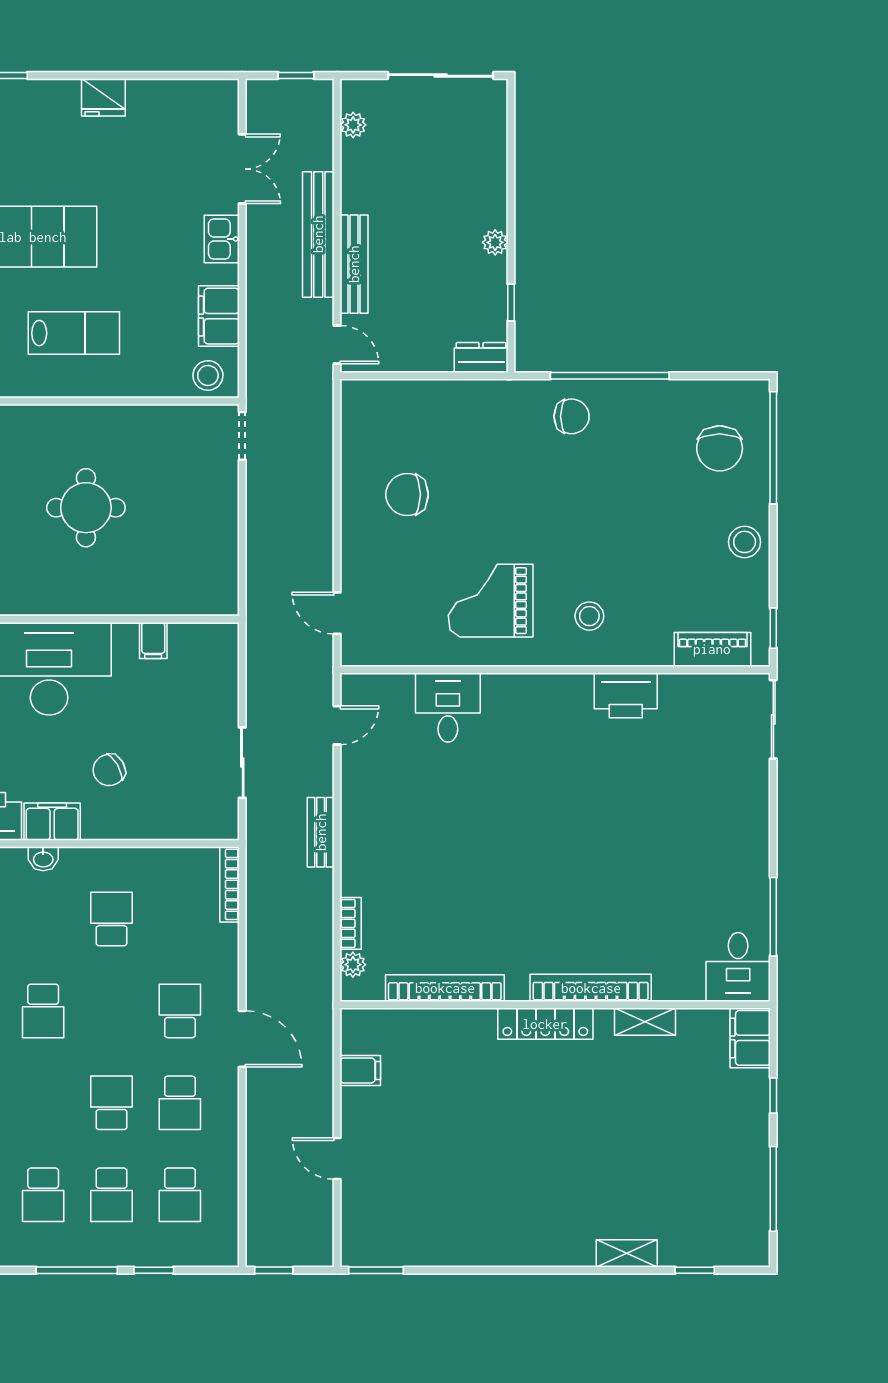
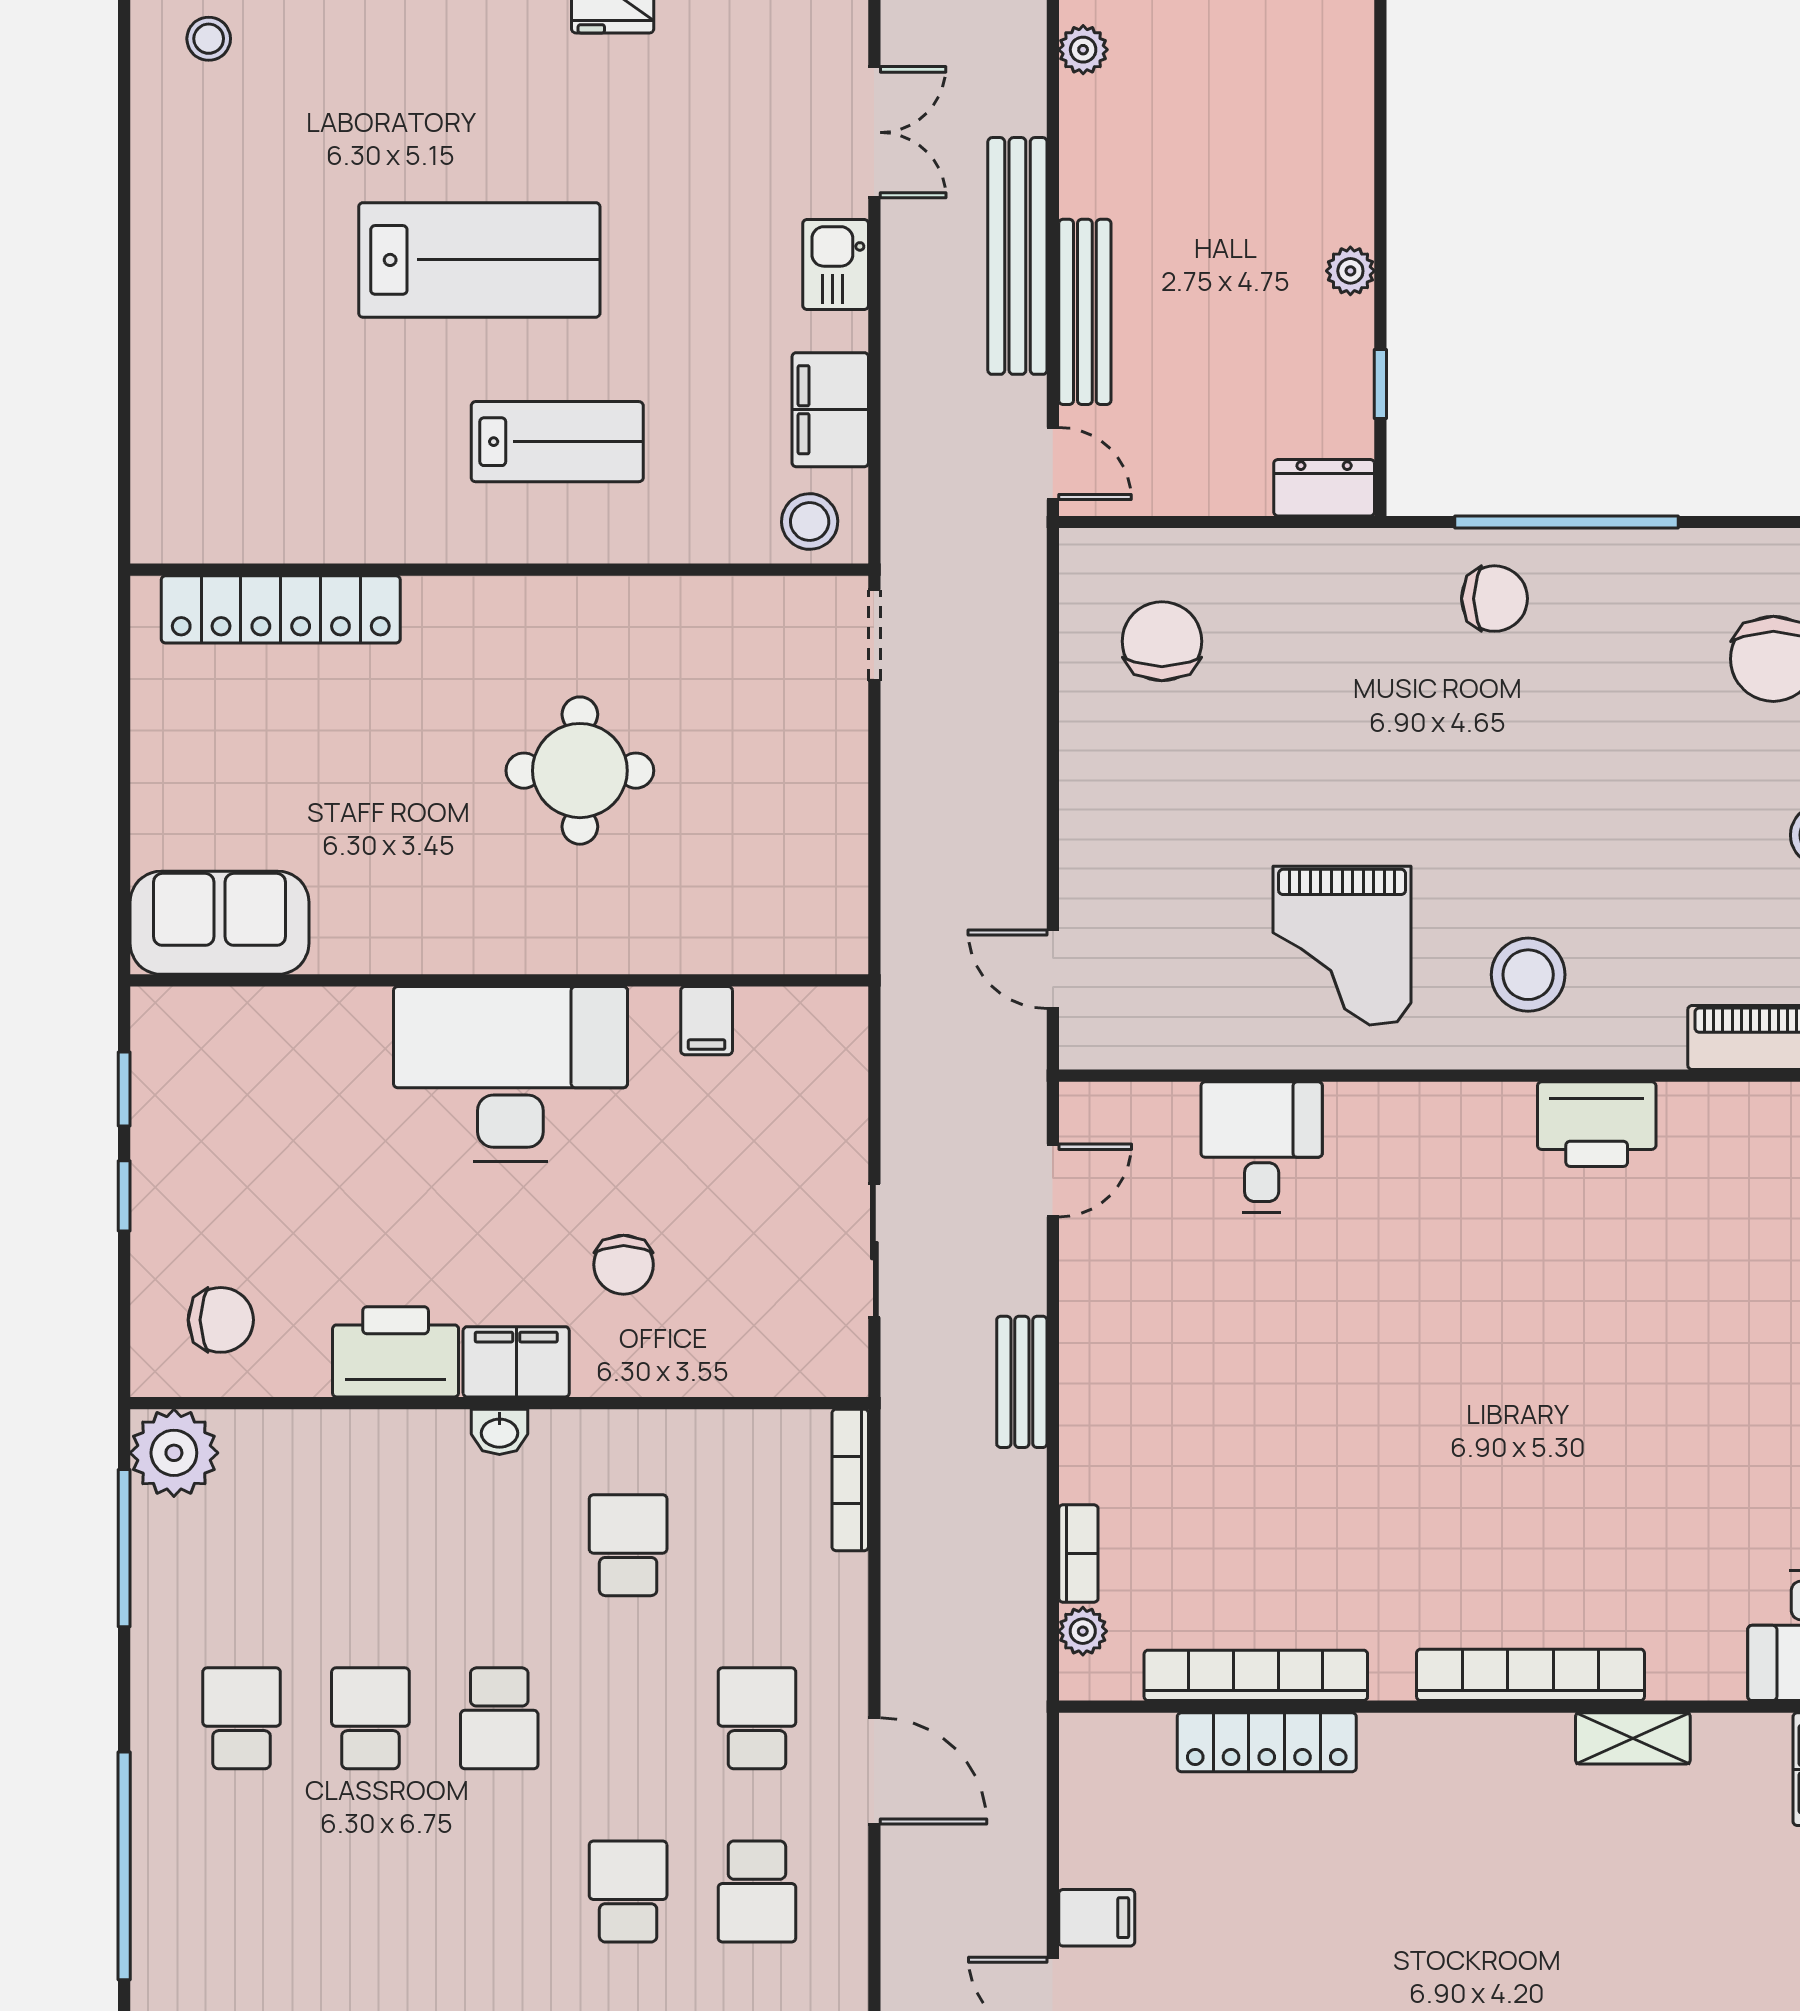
chair: (407, 495) -> (1162, 641), moved, turned 90
grand piano: (491, 601) -> (1342, 946), turned -90
stool: (589, 616) -> (1528, 975), width x1.38, depth x1.38
chair: (109, 770) -> (624, 1265), turned -60
locker: (545, 1024) -> (1267, 1742), moved
filing cabinet: (360, 1070) -> (1097, 1918), moved

